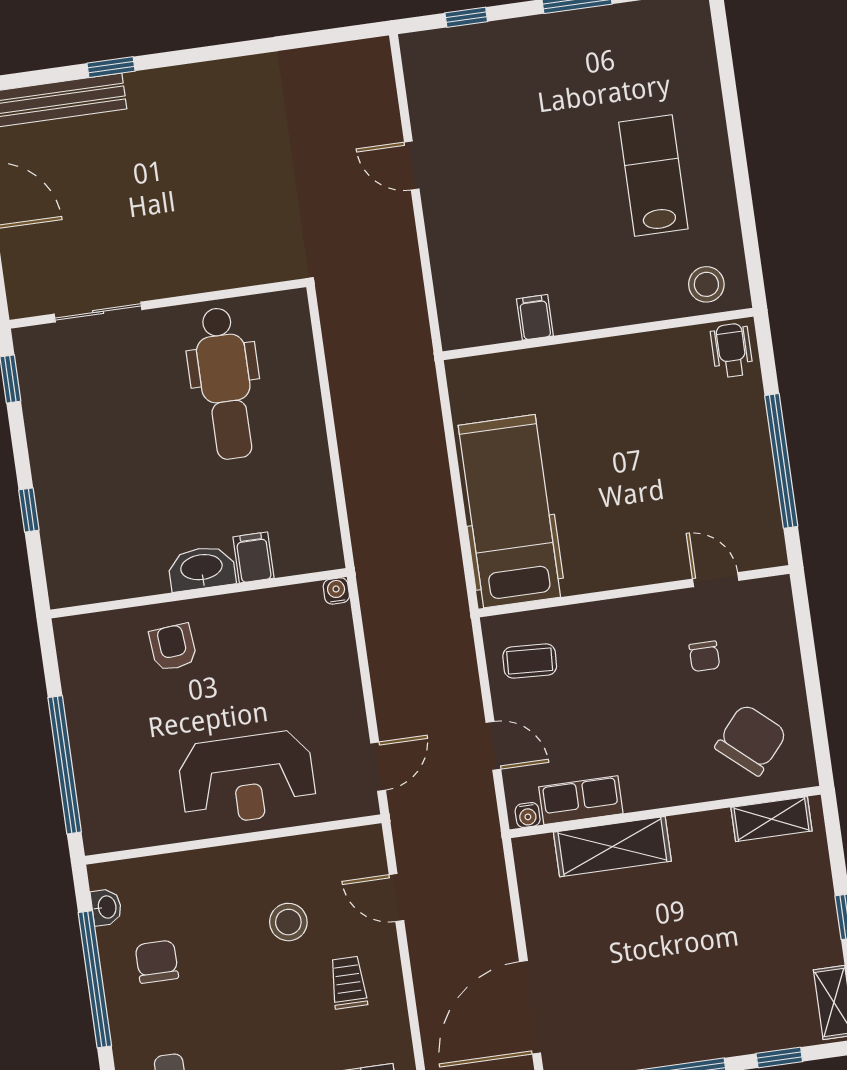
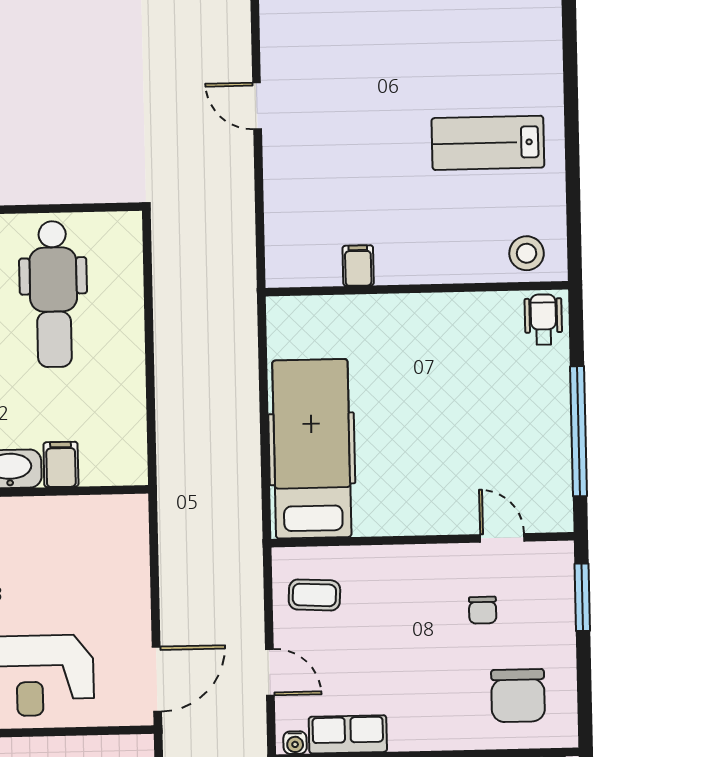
lab bench: (653, 176) -> (488, 143), turned -90
water cooler: (336, 591) -> (137, 506), removed
window: (805, 631) -> (582, 597), added
chair: (751, 740) -> (518, 696), turned 139
door: (378, 767) -> (157, 679), width x1.38

